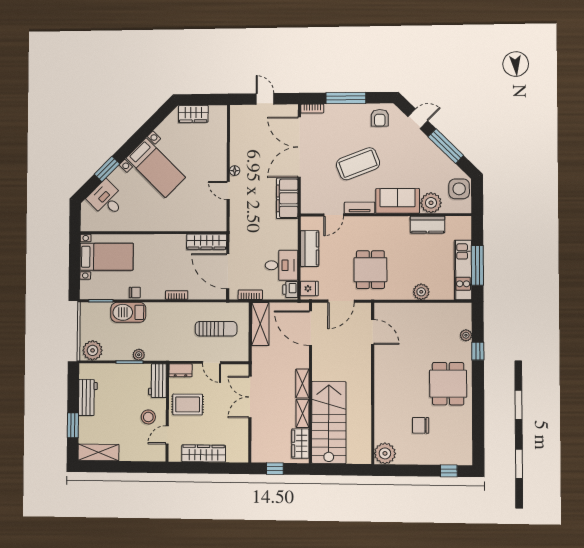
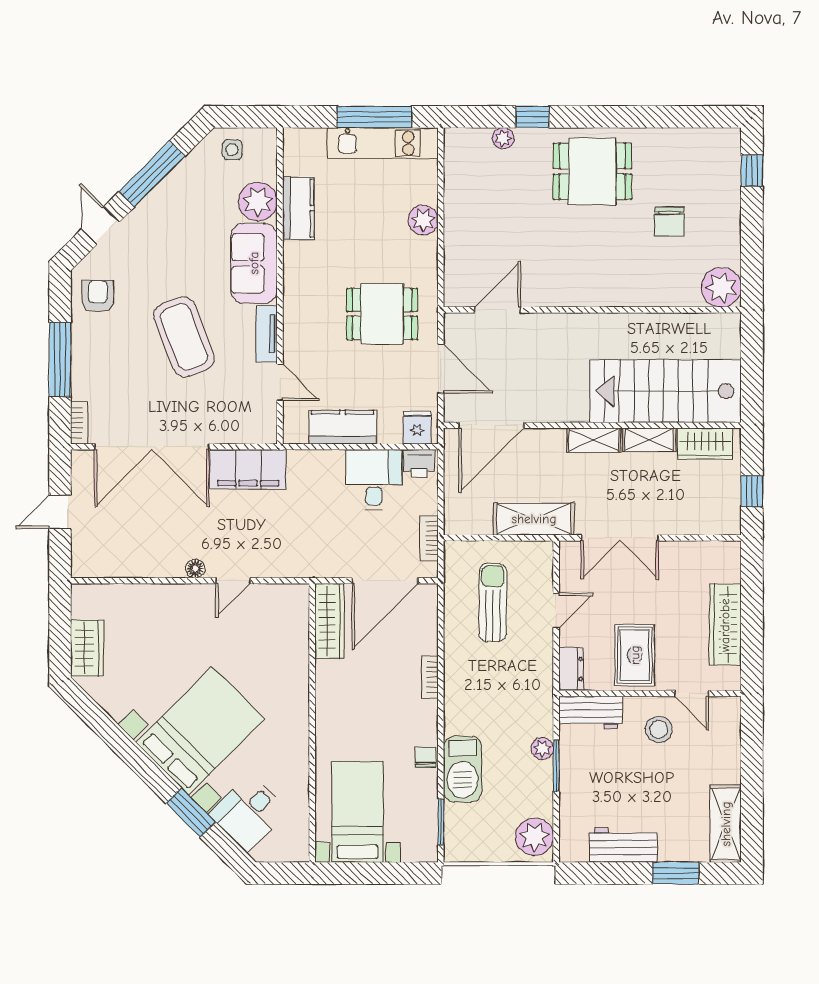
armchair: (380, 118) -> (98, 296), turned -90
bed with nightstands: (156, 168) -> (200, 731), width x1.36
side table: (459, 189) -> (232, 150), width x0.54, depth x0.54
shelving: (260, 324) -> (534, 519), moved

